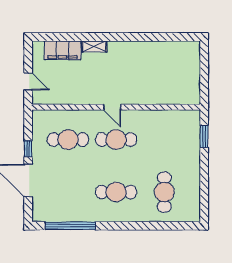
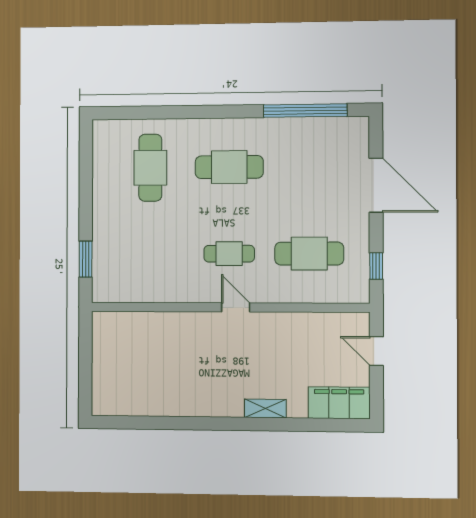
filing cabinet: (62, 50) -> (339, 403), moved
cafe table: (116, 140) -> (229, 254), width x0.73, depth x0.74
window: (28, 149) -> (376, 266), moved

